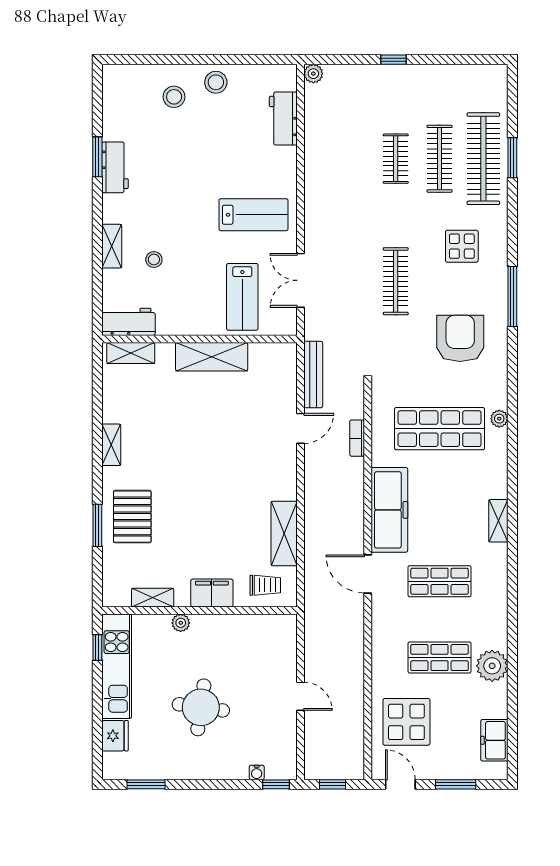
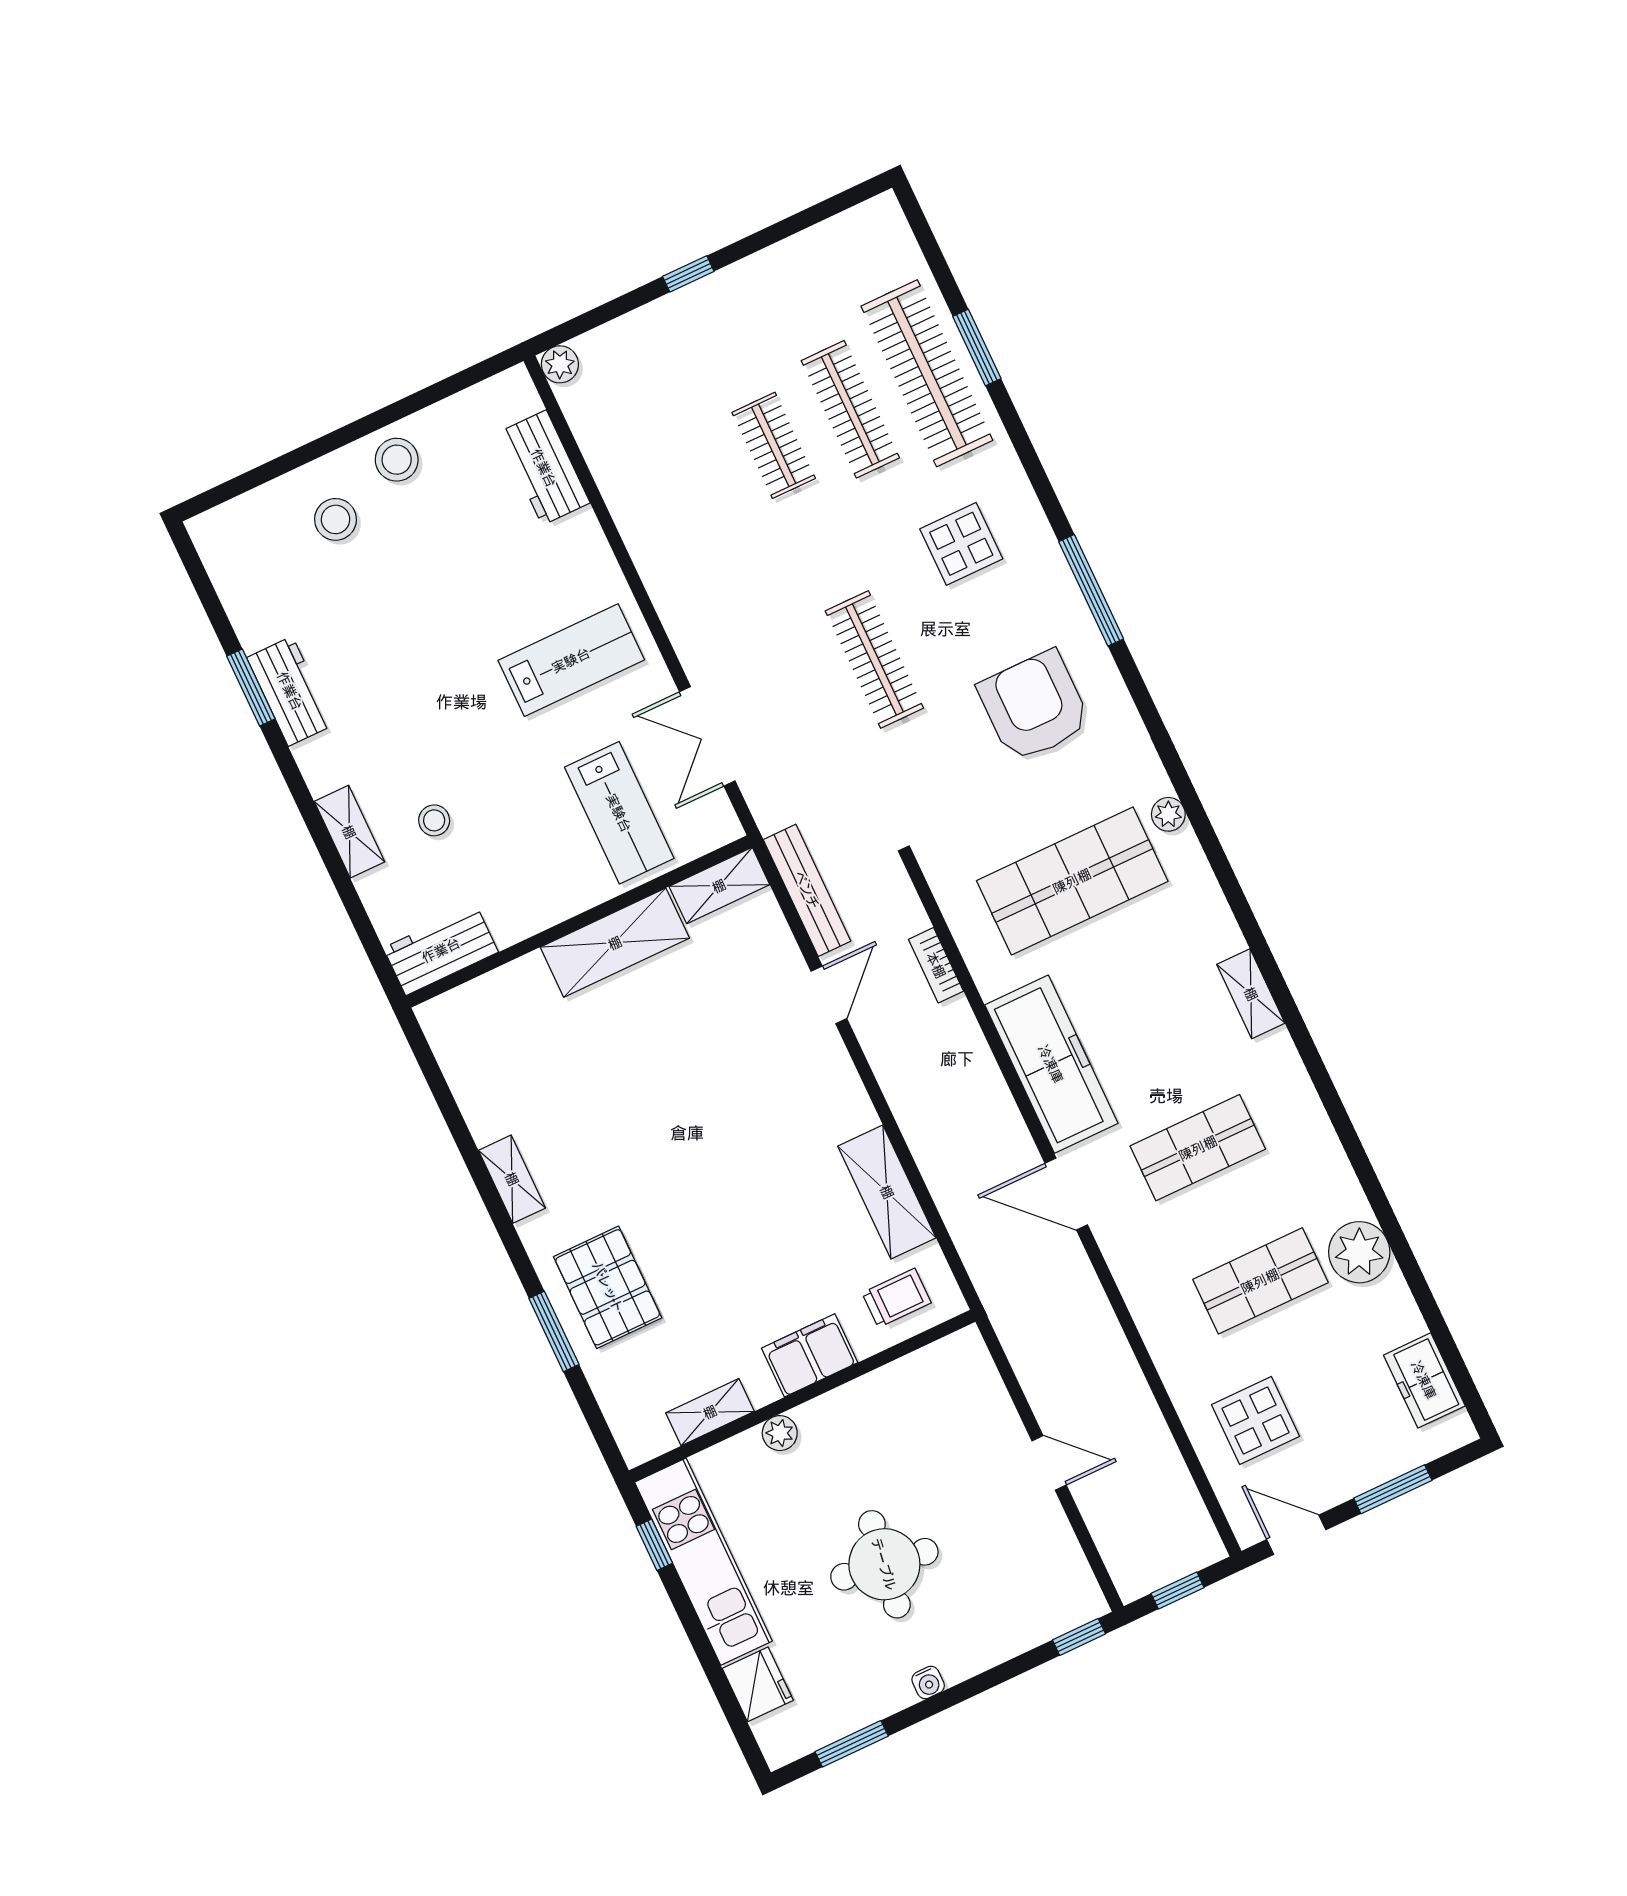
shelving: (131, 353) -> (719, 886), moved
display table: (406, 722) -> (1256, 1420), width x0.73, depth x0.73
water cooler: (257, 772) -> (928, 1683), moved

